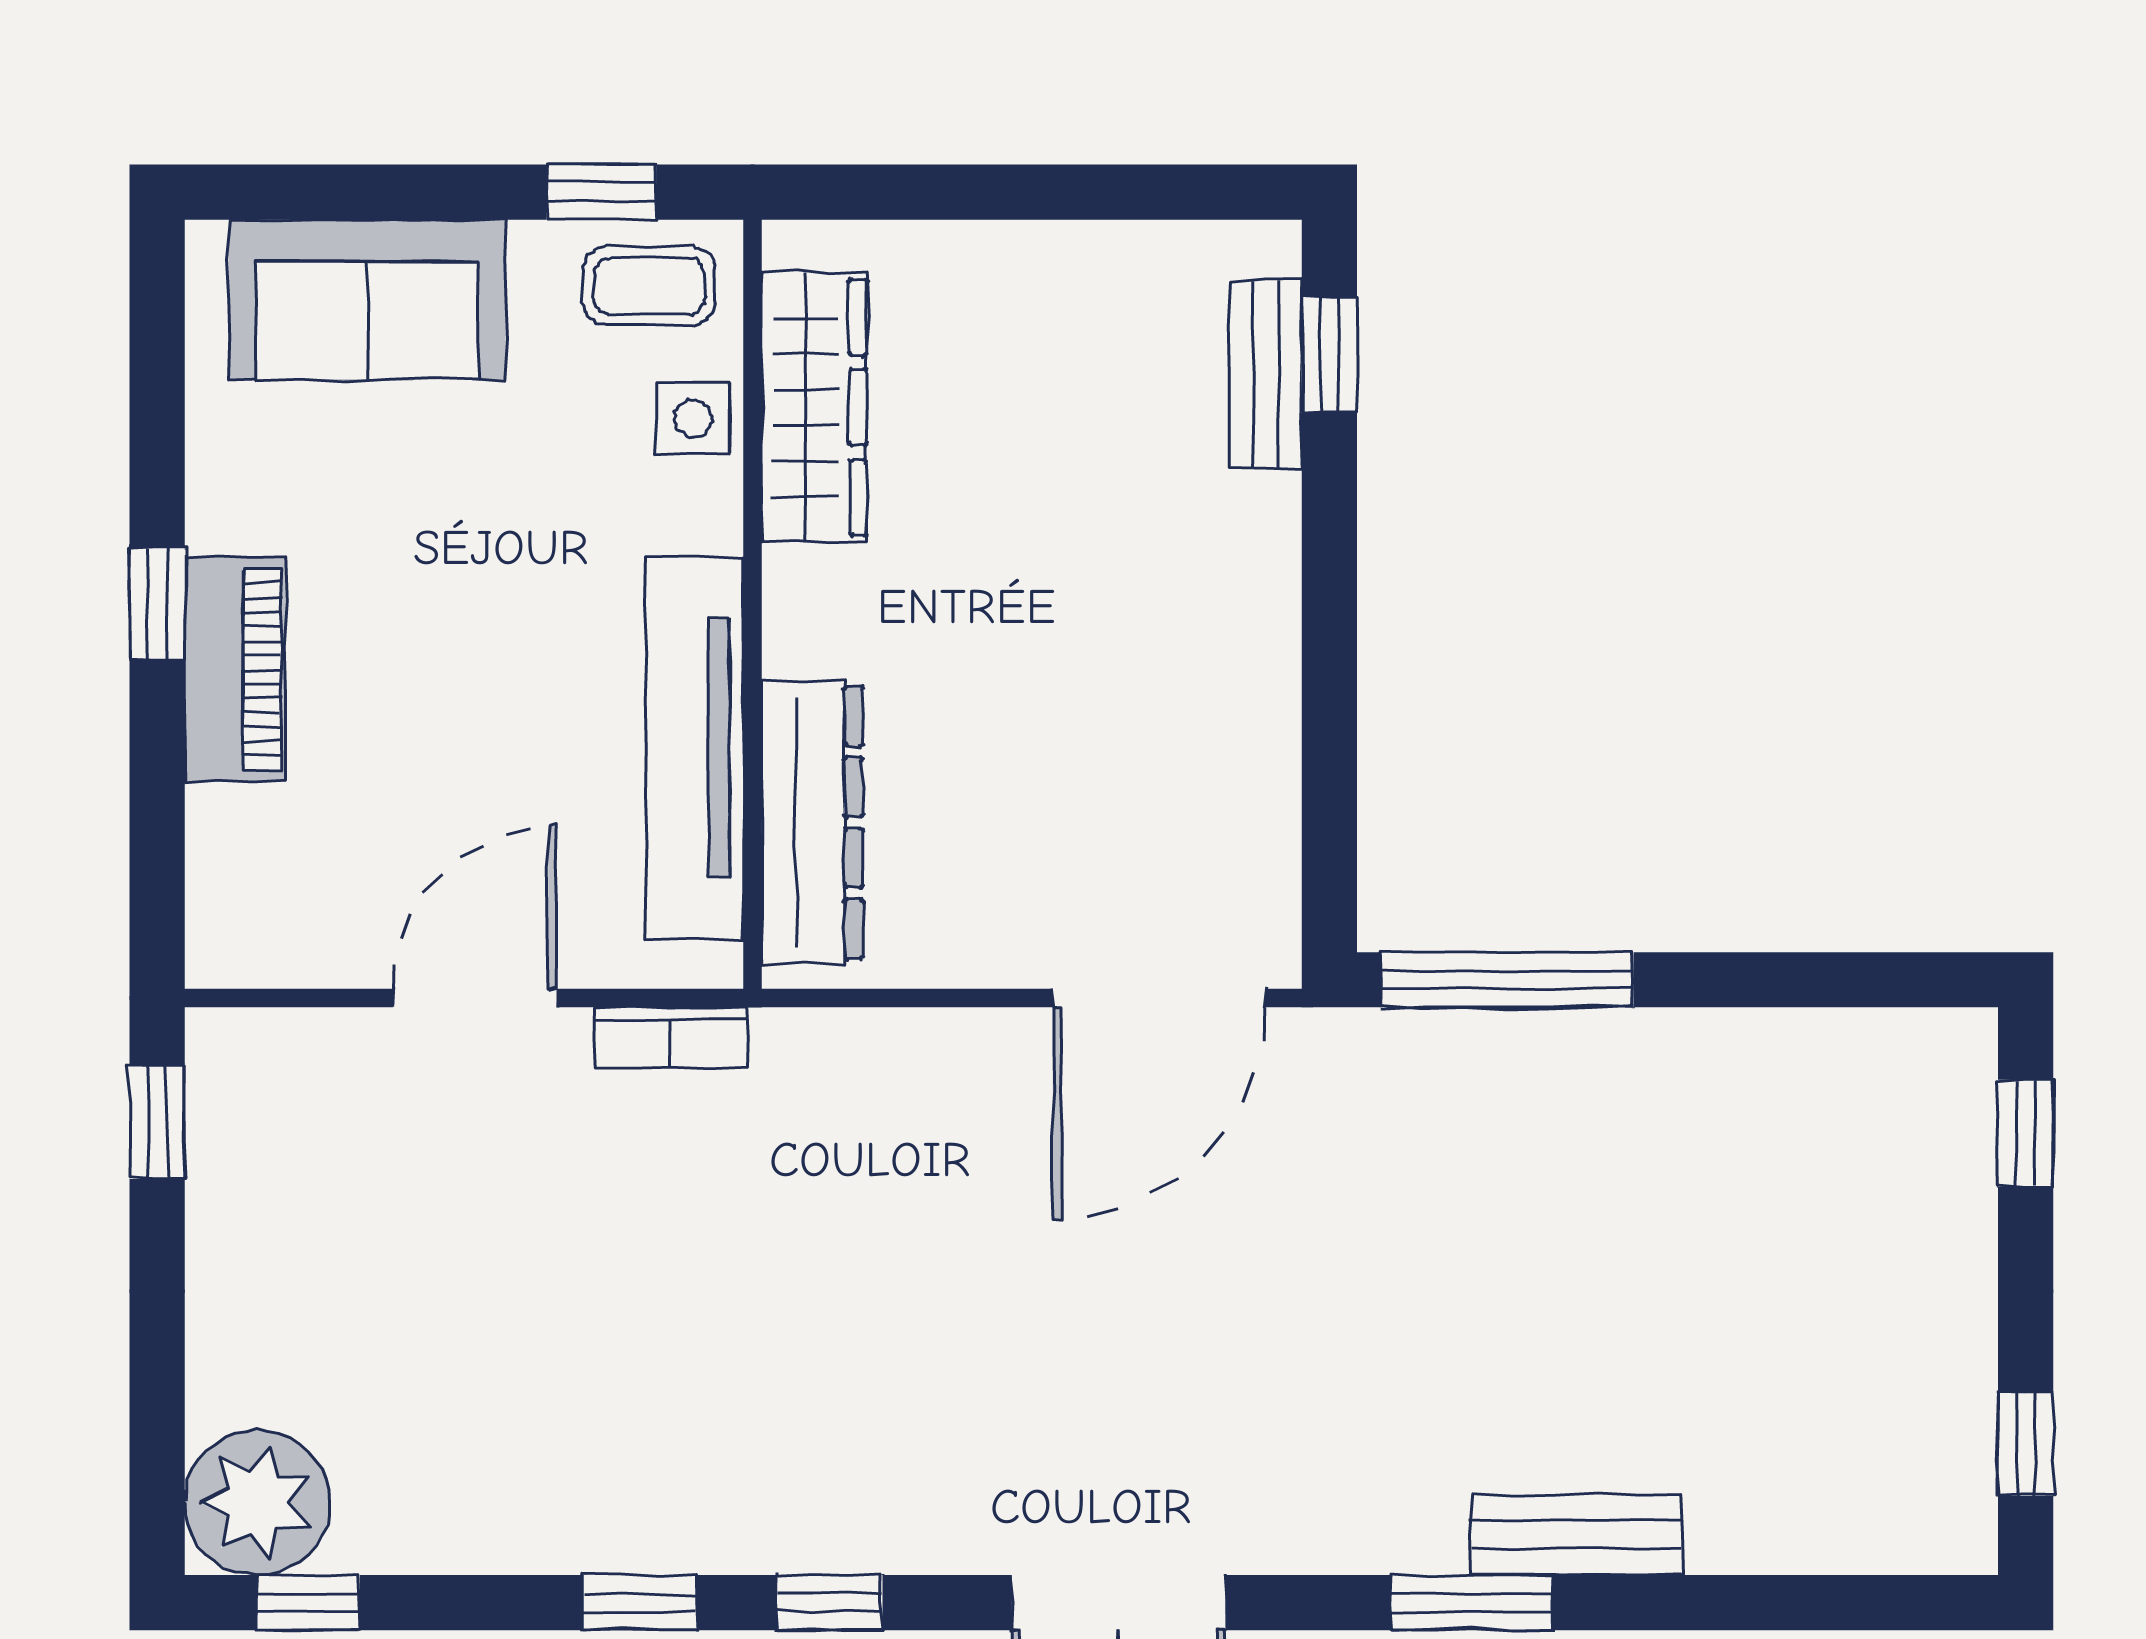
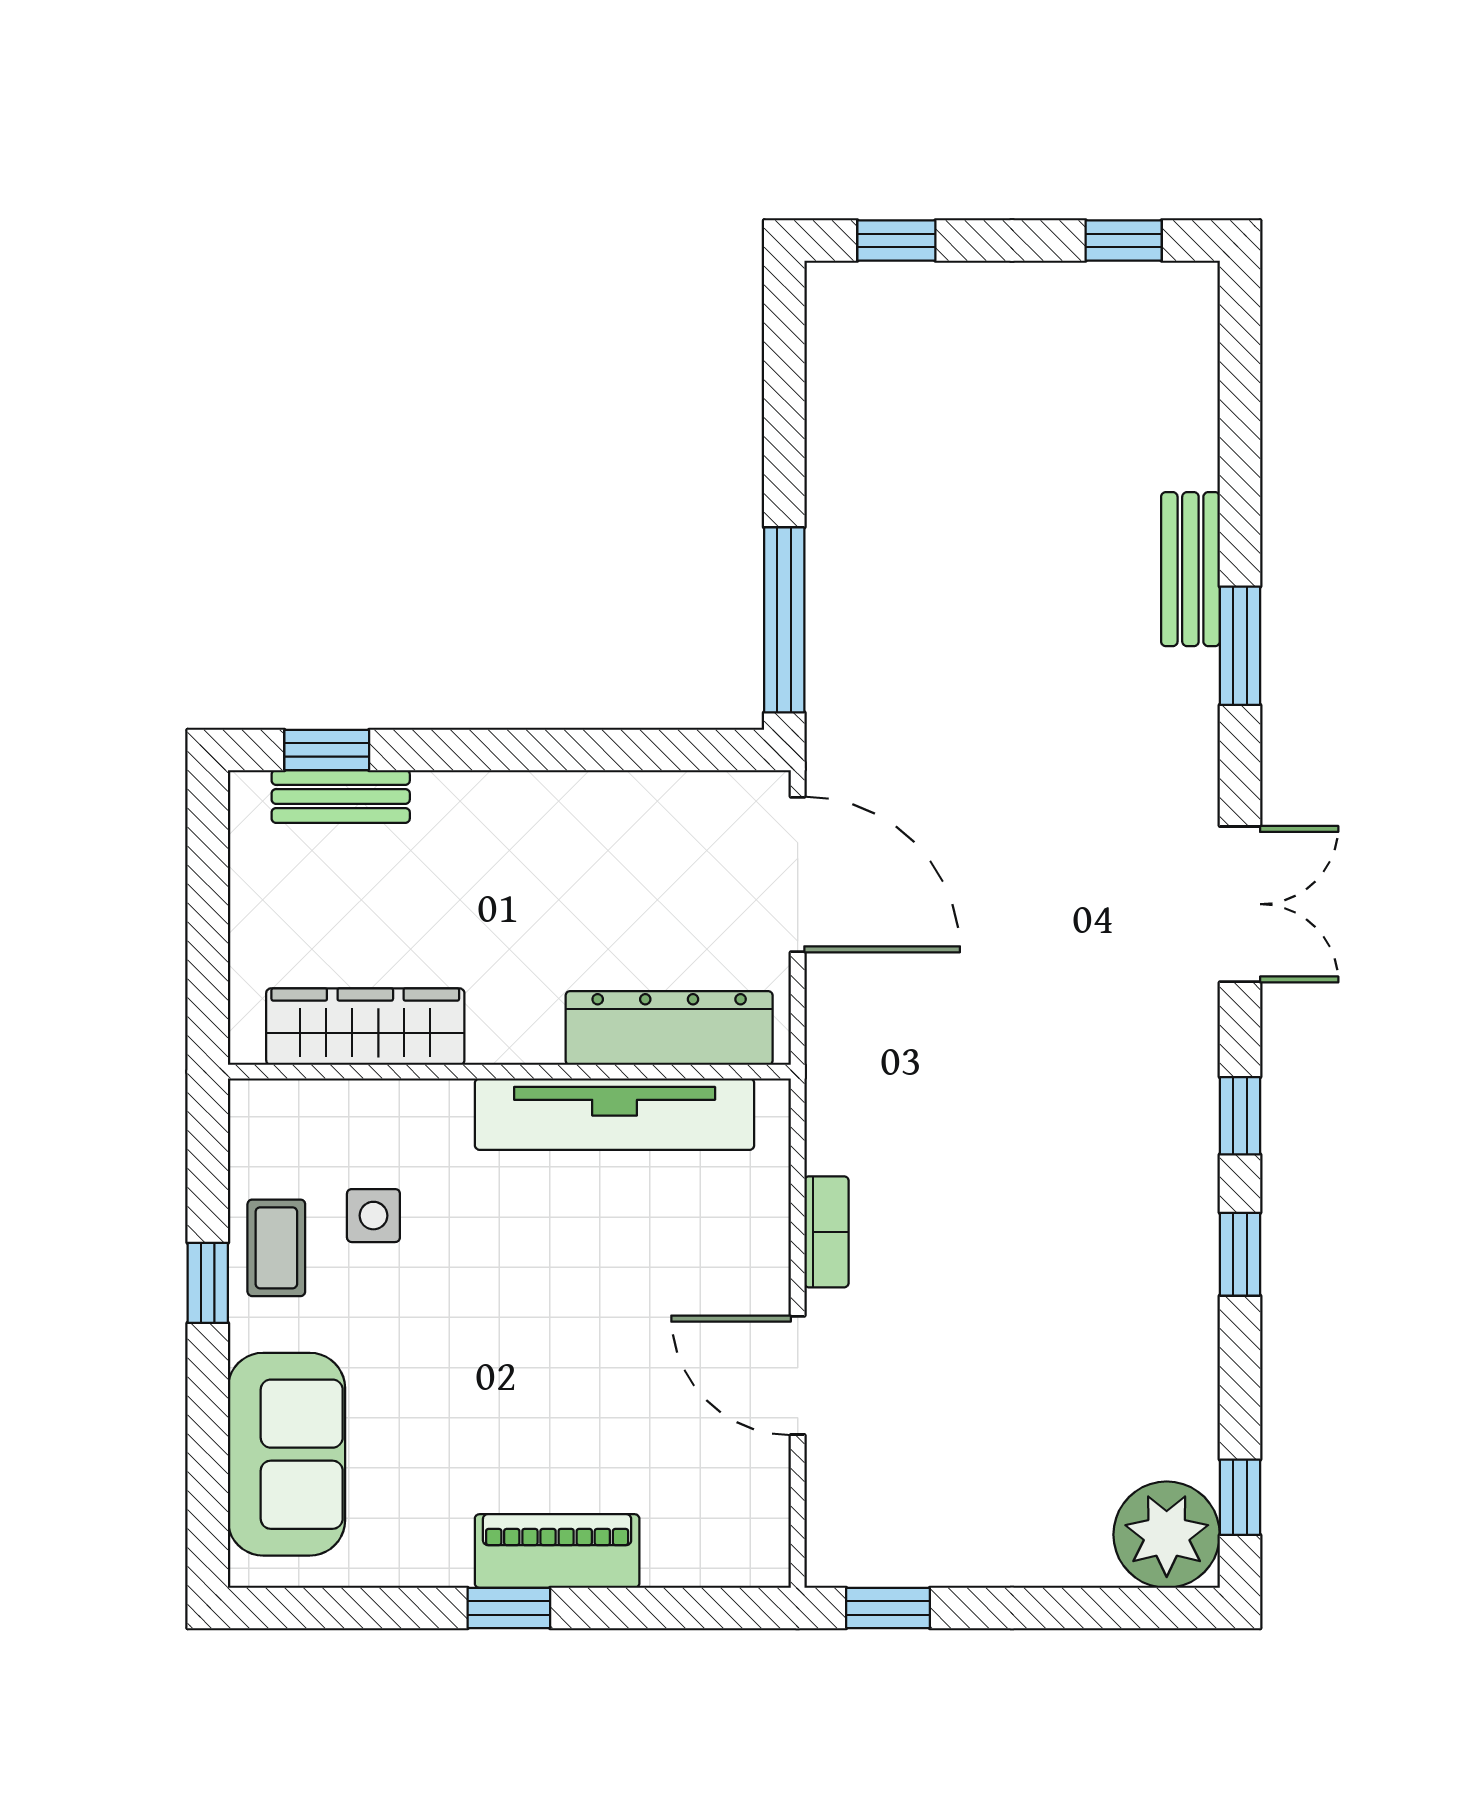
wardrobe: (814, 407) -> (365, 1027), moved
wall: (752, 604) -> (509, 1072), moved
tv unit: (694, 748) -> (615, 1114), moved
dresser: (812, 823) -> (669, 1028), moved

